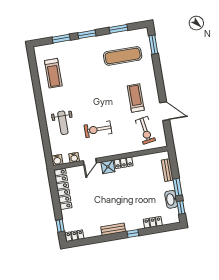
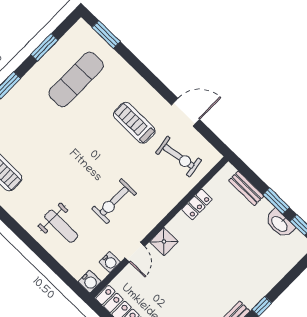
locker: (124, 163) -> (197, 204), moved
locker: (153, 222) -> (277, 272), removed

